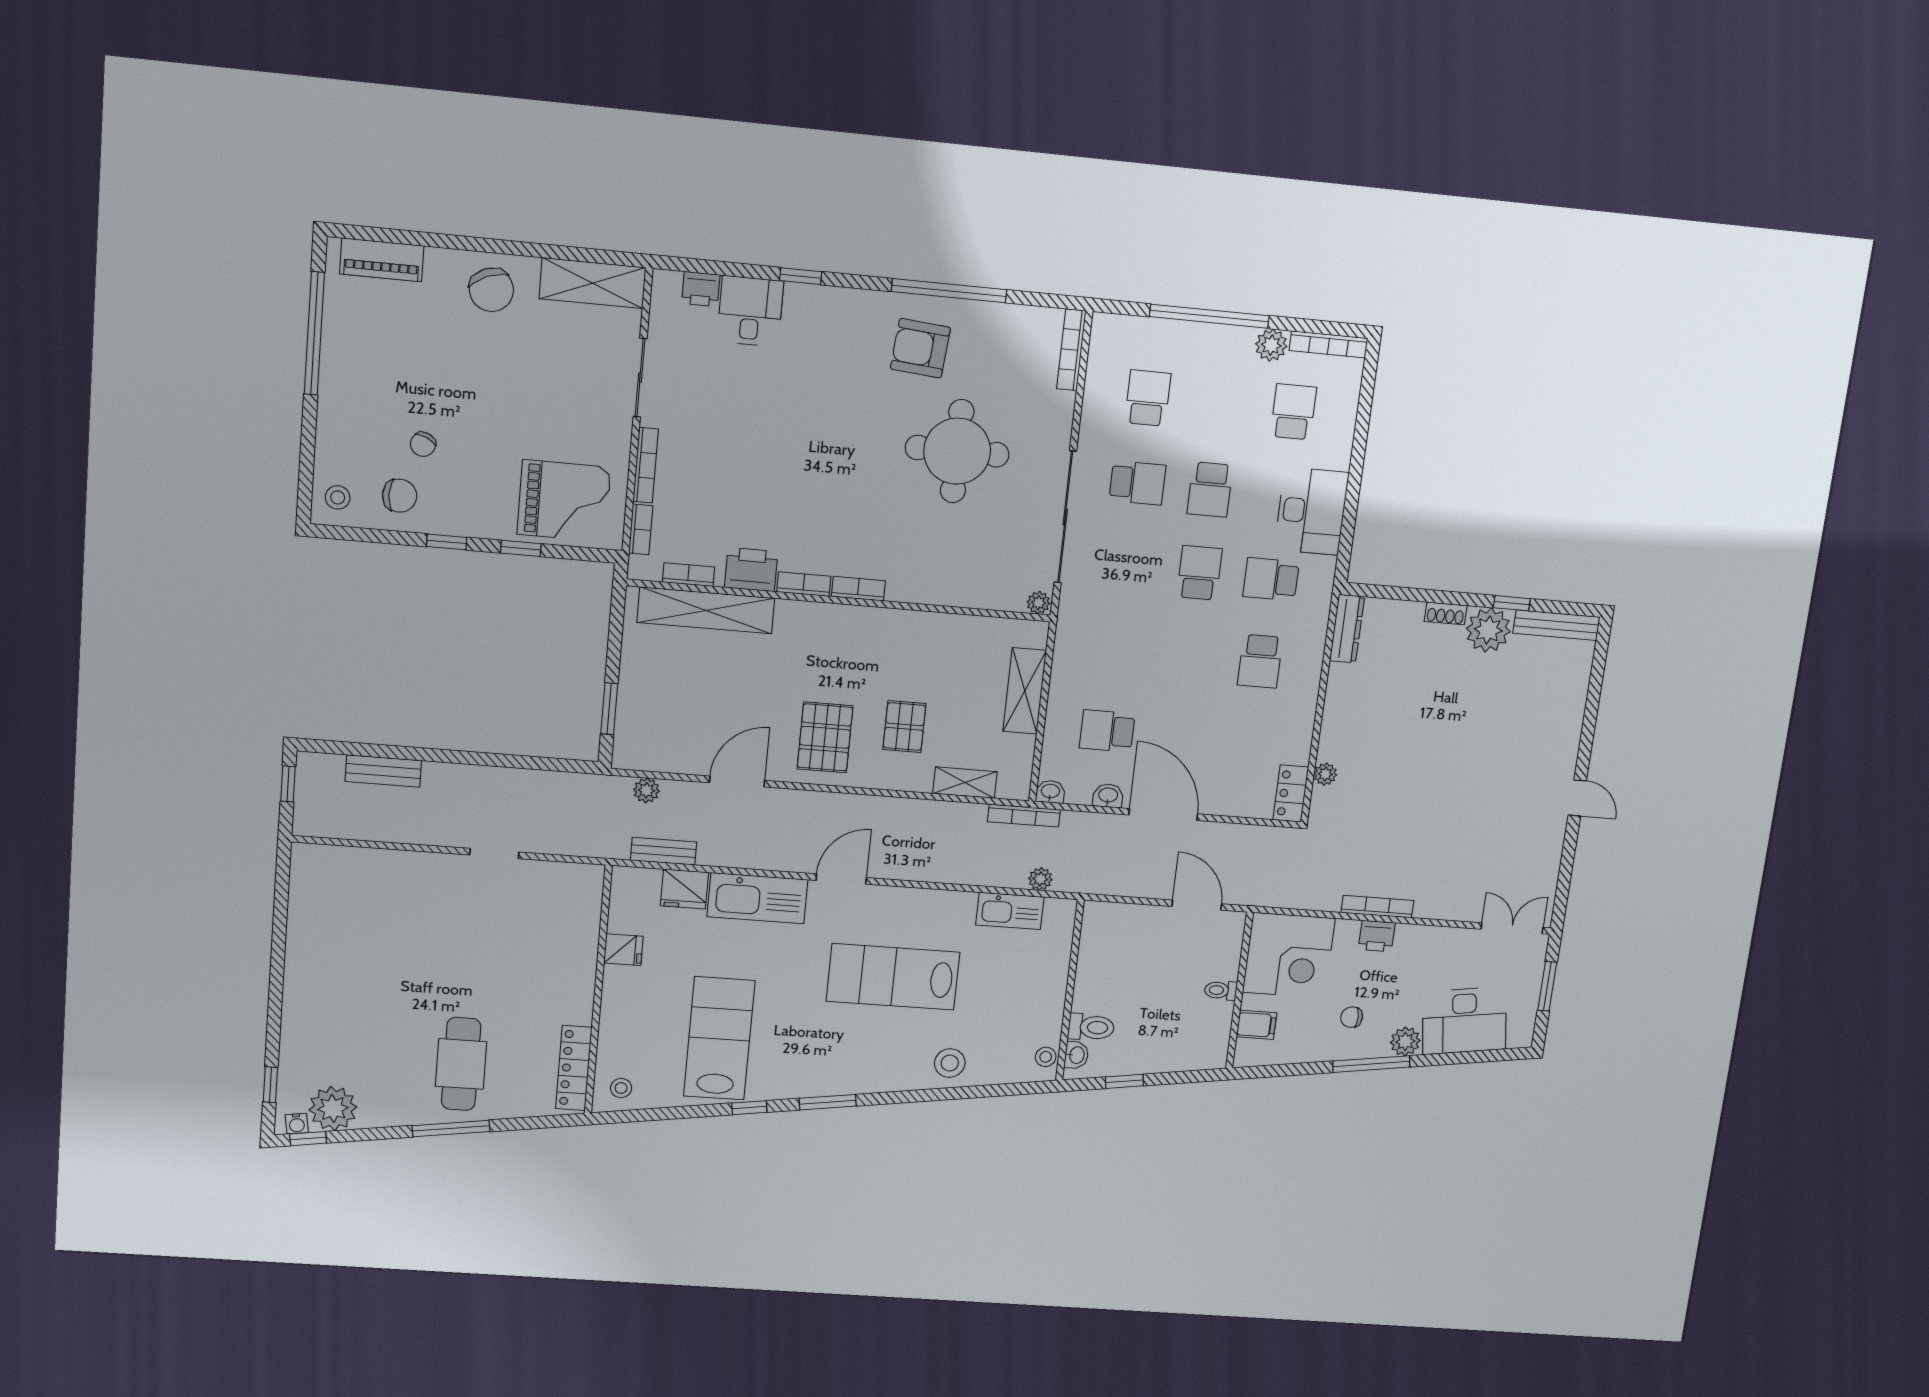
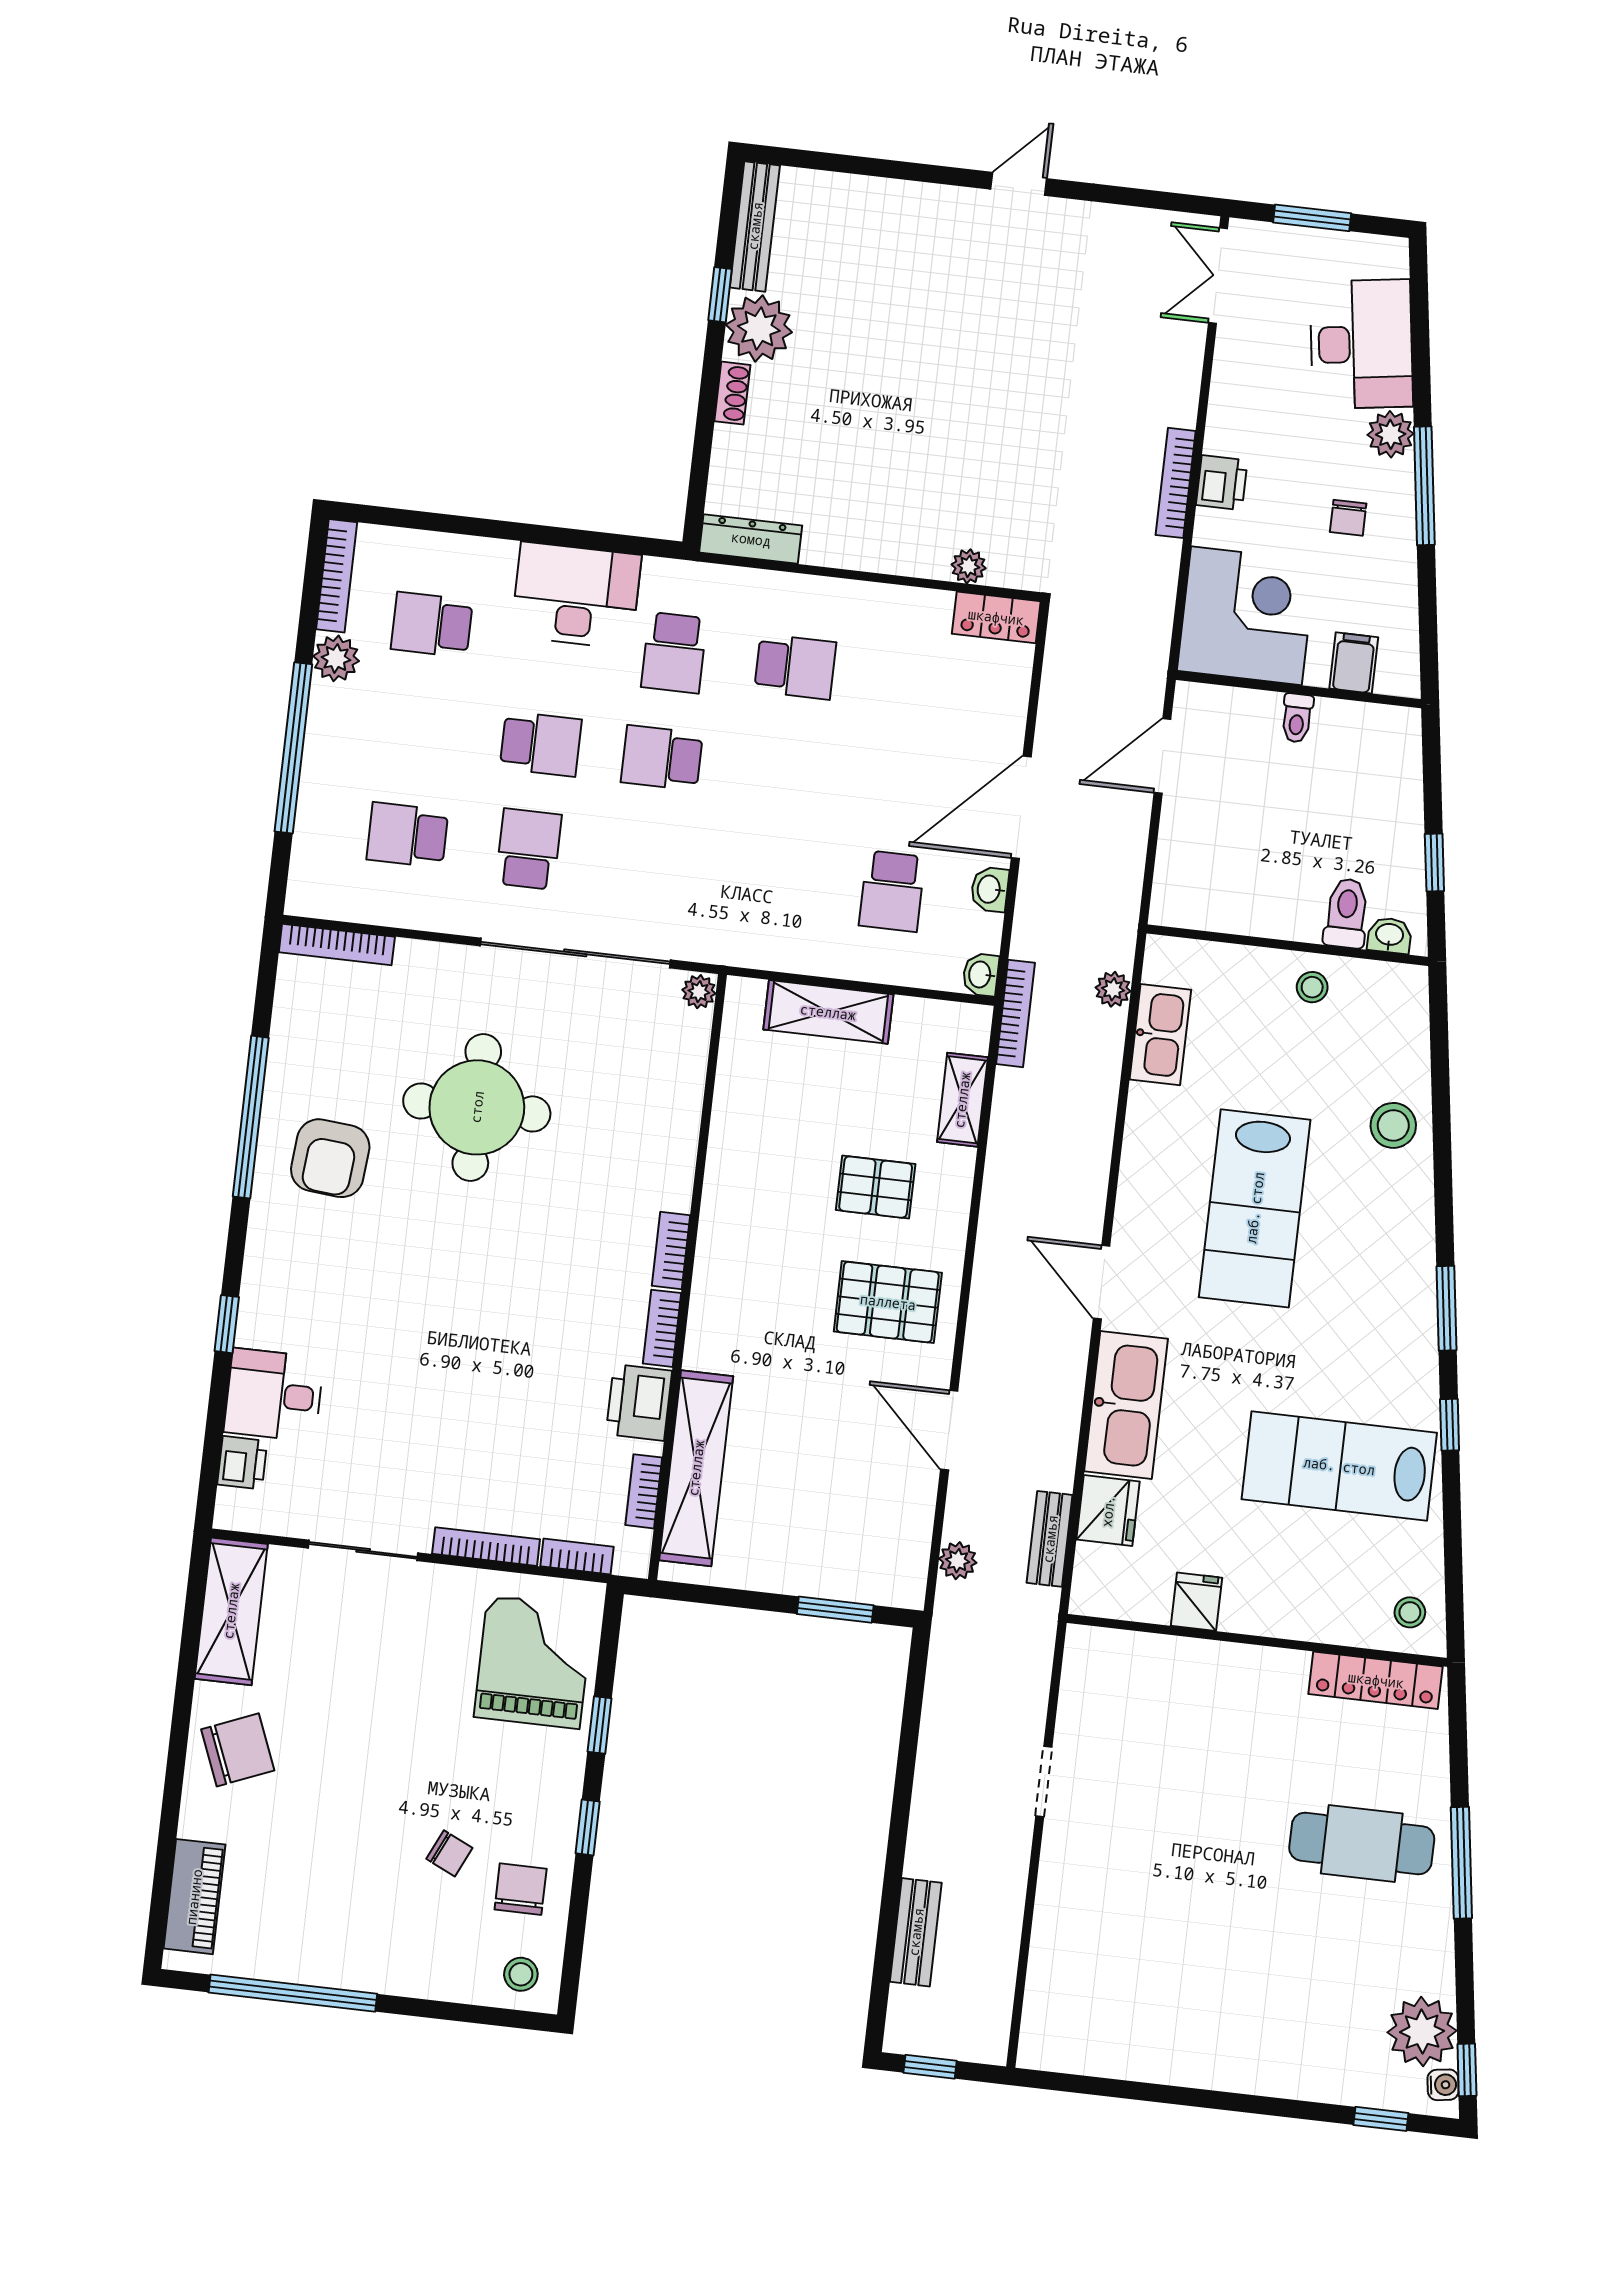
stool: (1046, 1057) -> (1312, 987), moved

